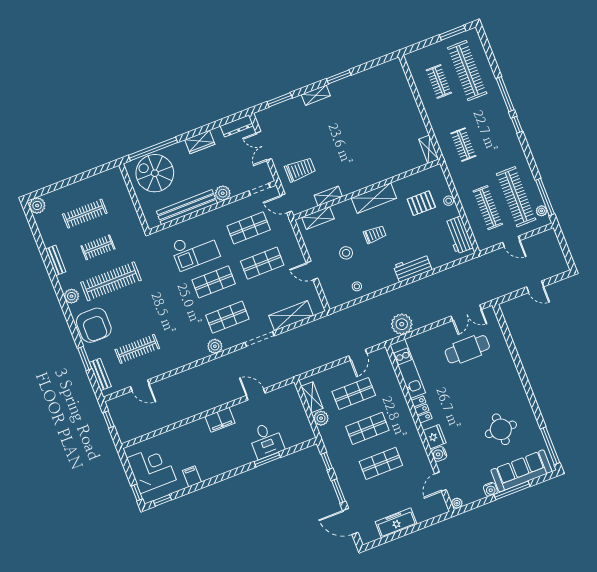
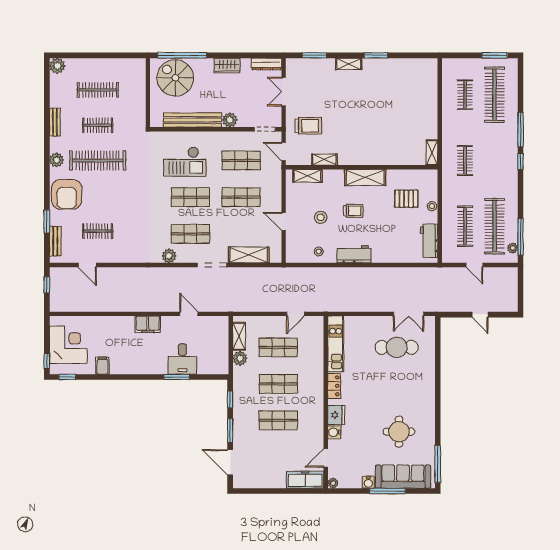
workbench: (413, 268) -> (354, 254), moved
plant: (402, 324) -> (346, 302), removed
clothes rail: (137, 349) -> (98, 231), width x0.73
freezer: (396, 523) -> (305, 480), moved

